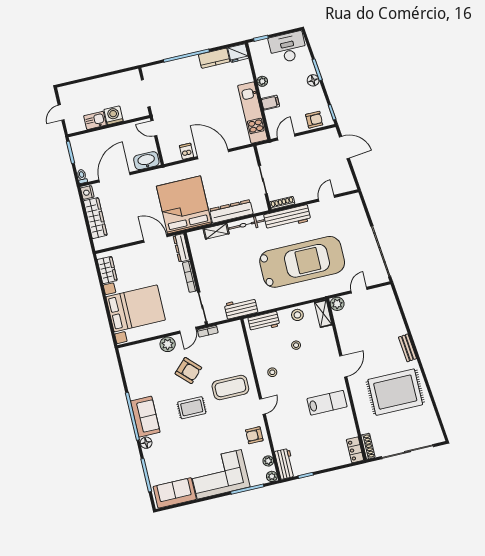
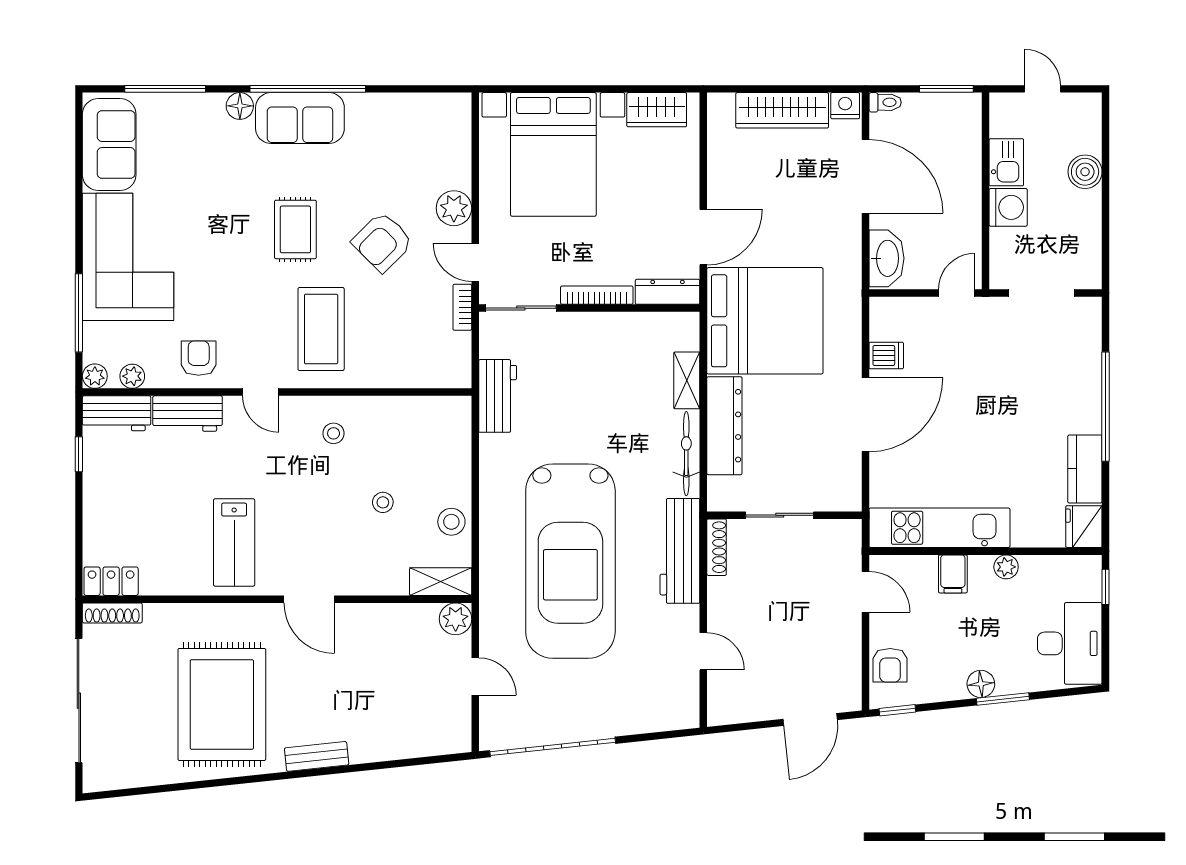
boiler: (91, 87) -> (1085, 172), added
workbench: (264, 322) -> (188, 414), moved, turned -90

